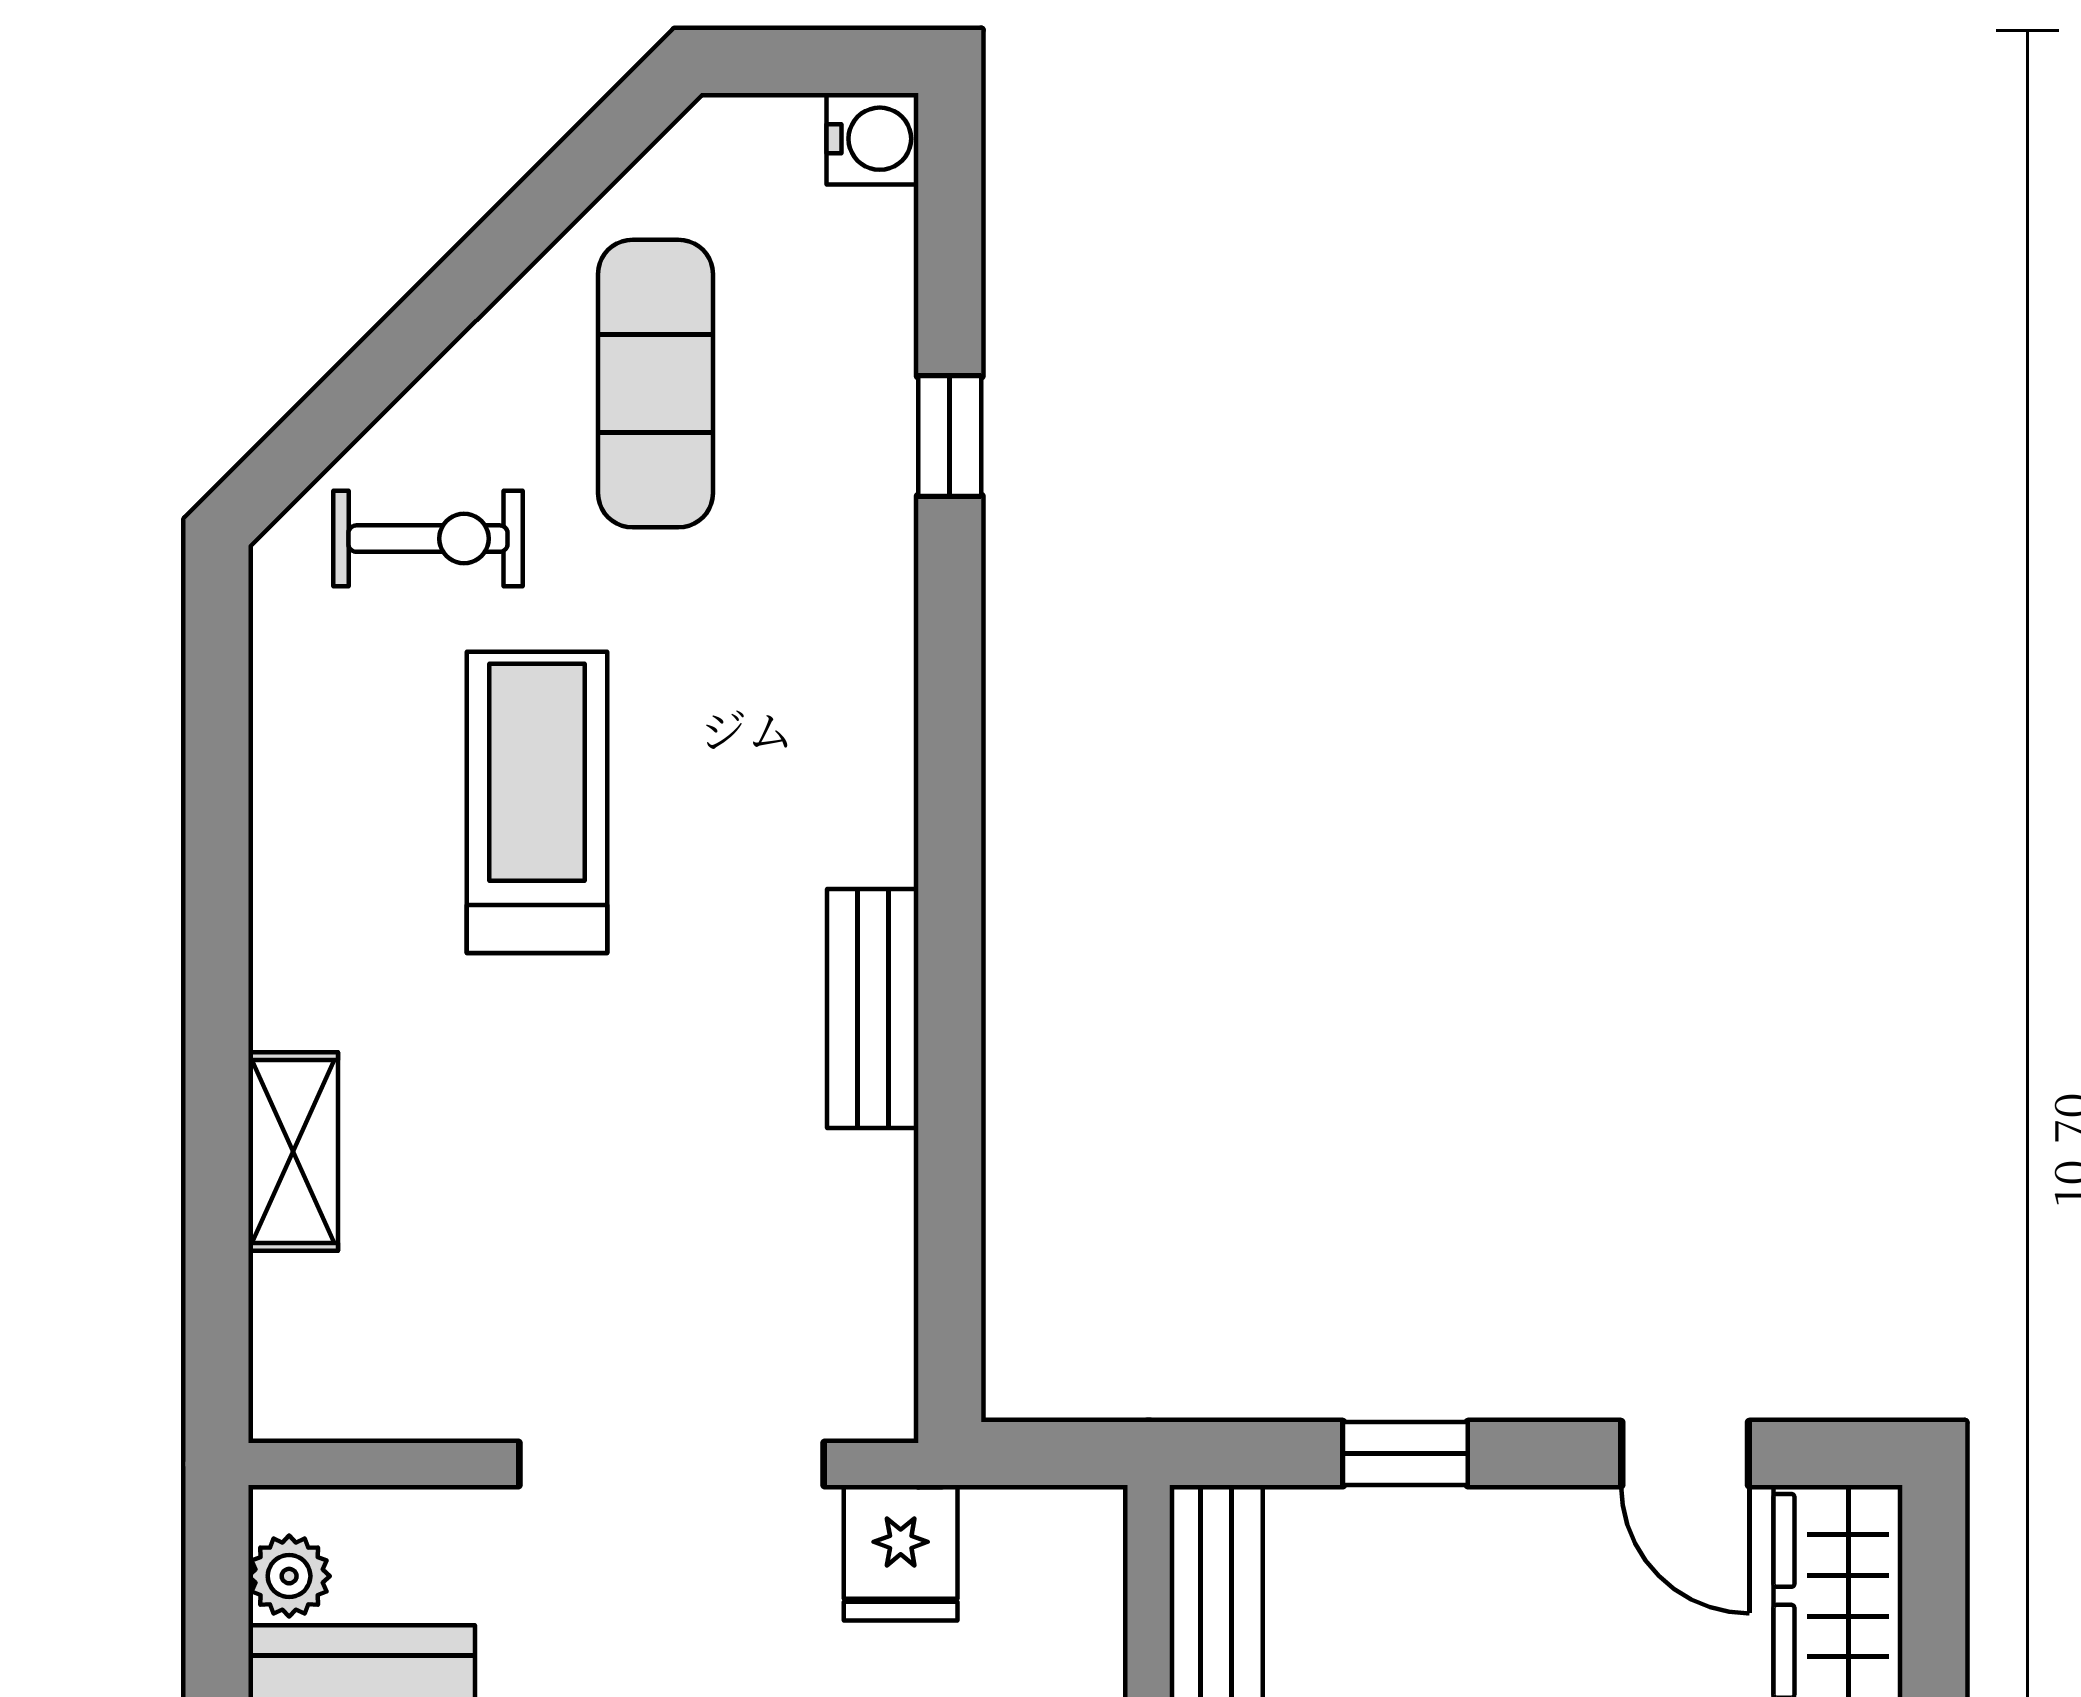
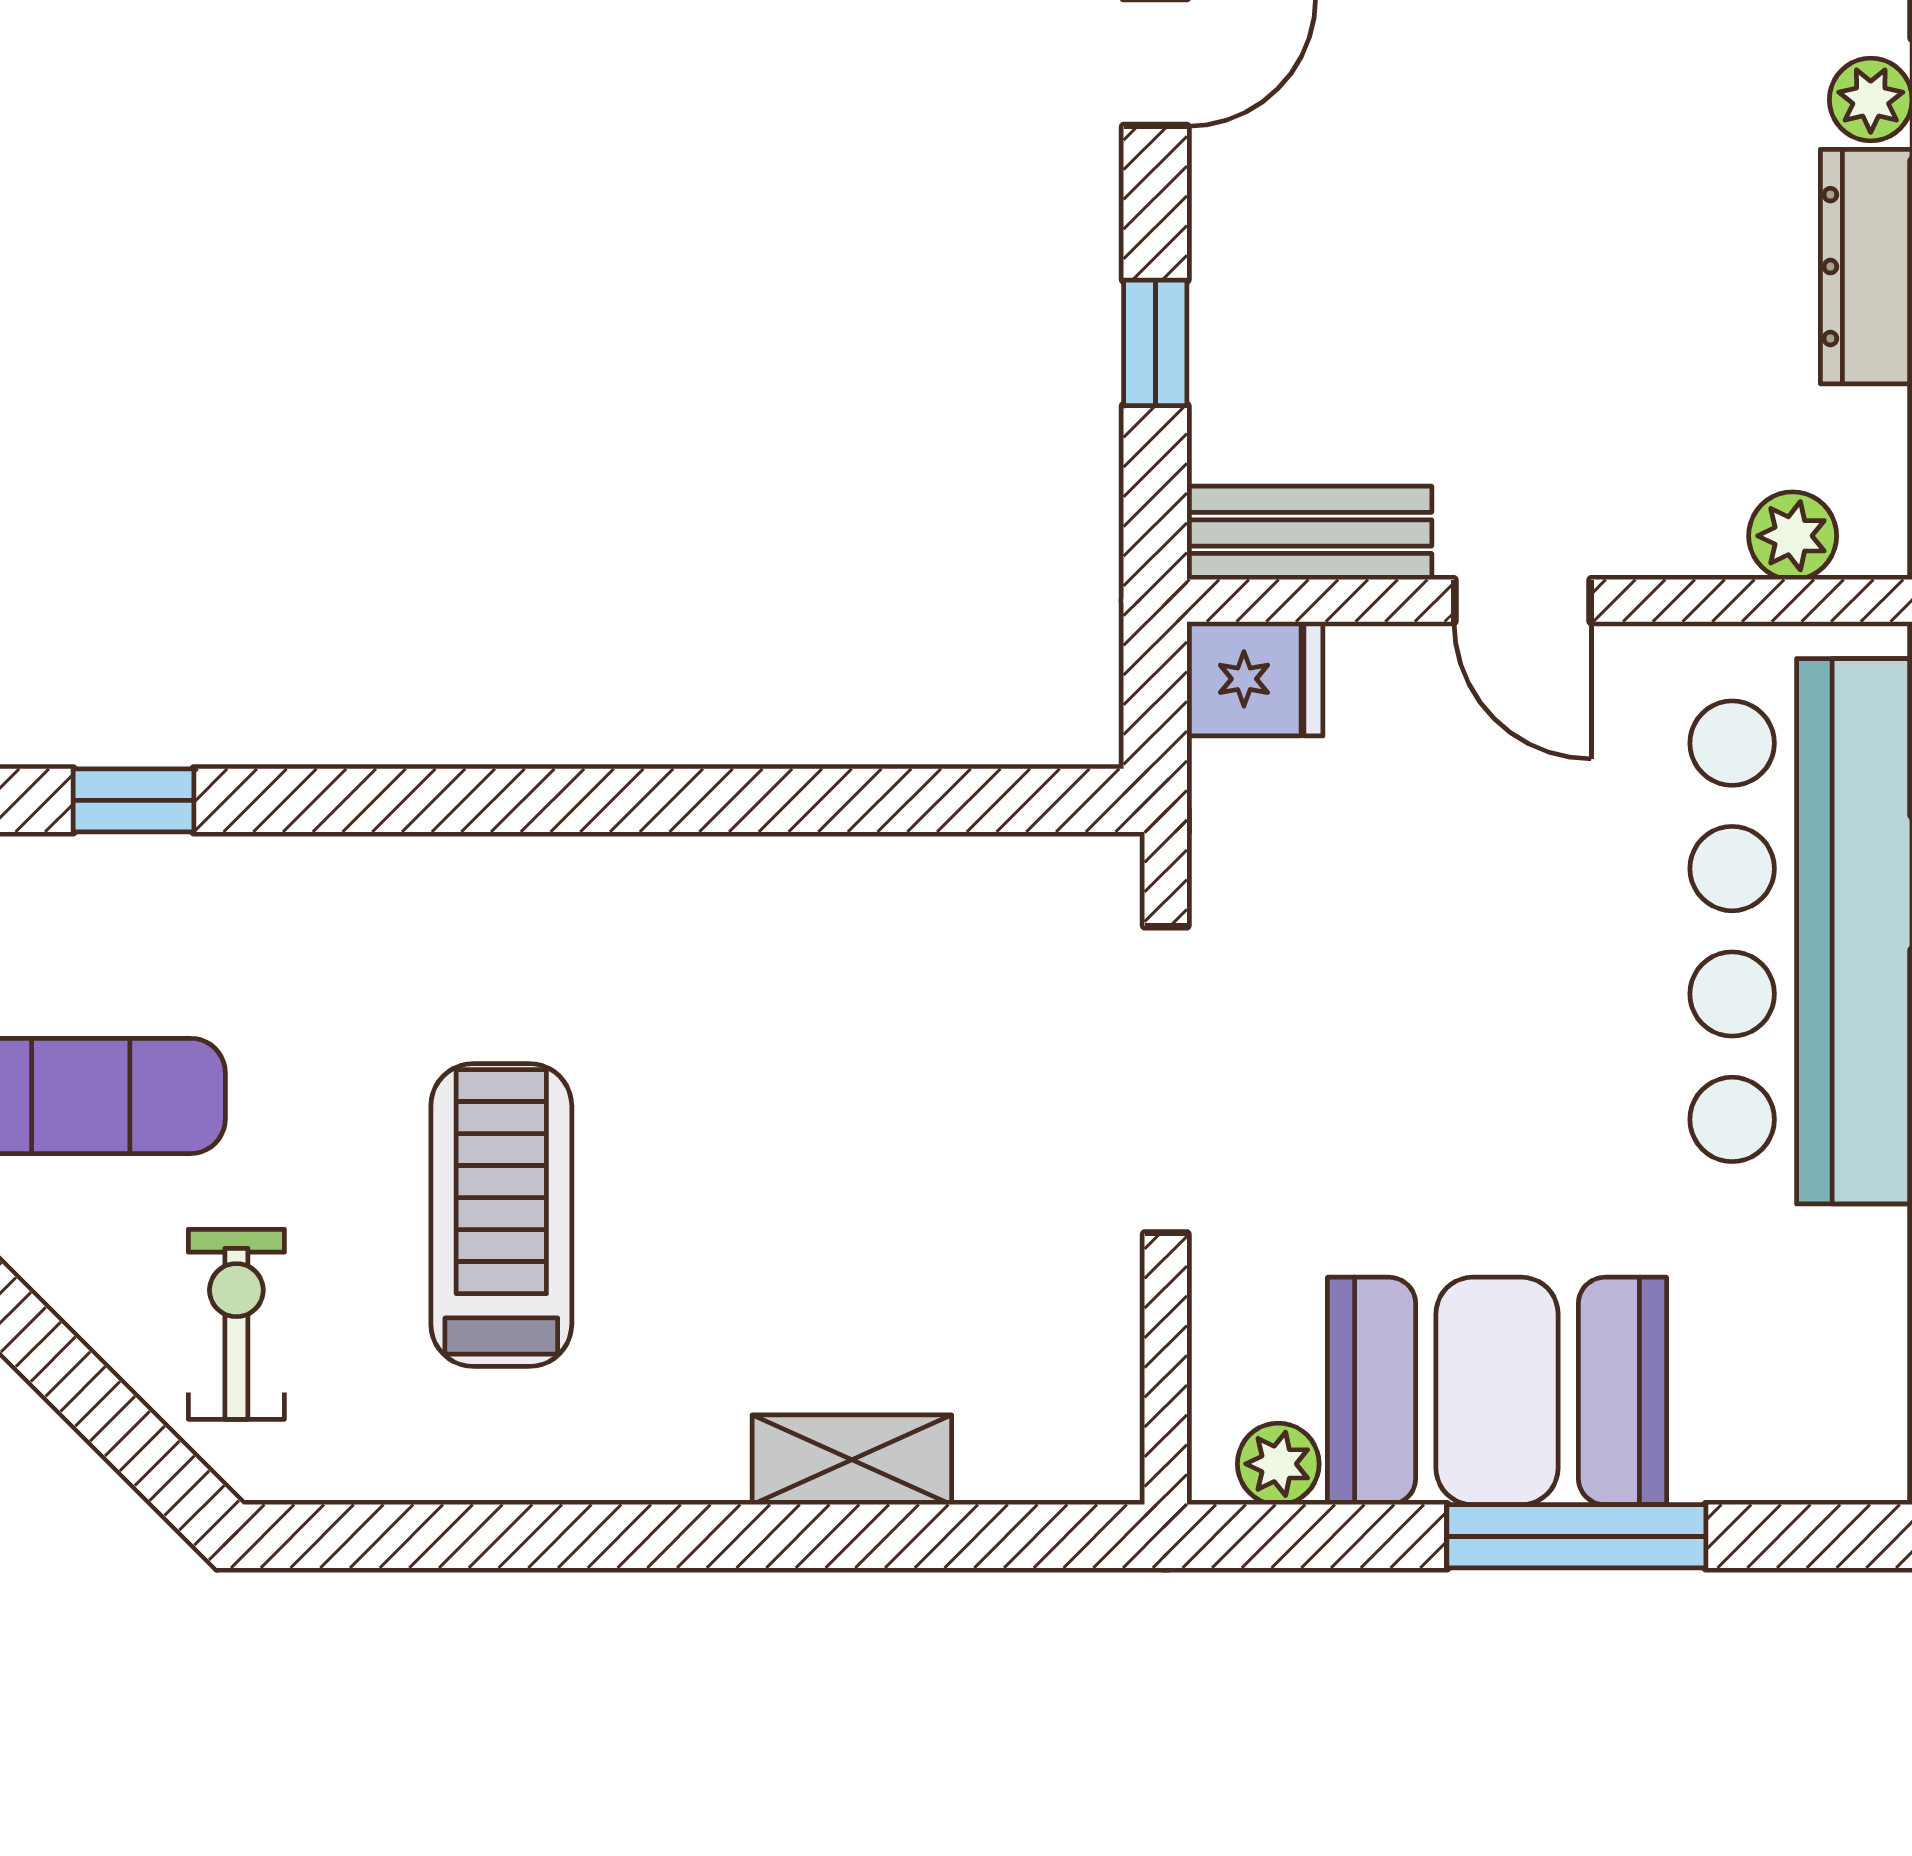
treadmill: (537, 802) -> (501, 1215), turned 90
bench: (873, 1008) -> (708, 878), removed
fridge: (901, 1553) -> (1255, 679), moved

